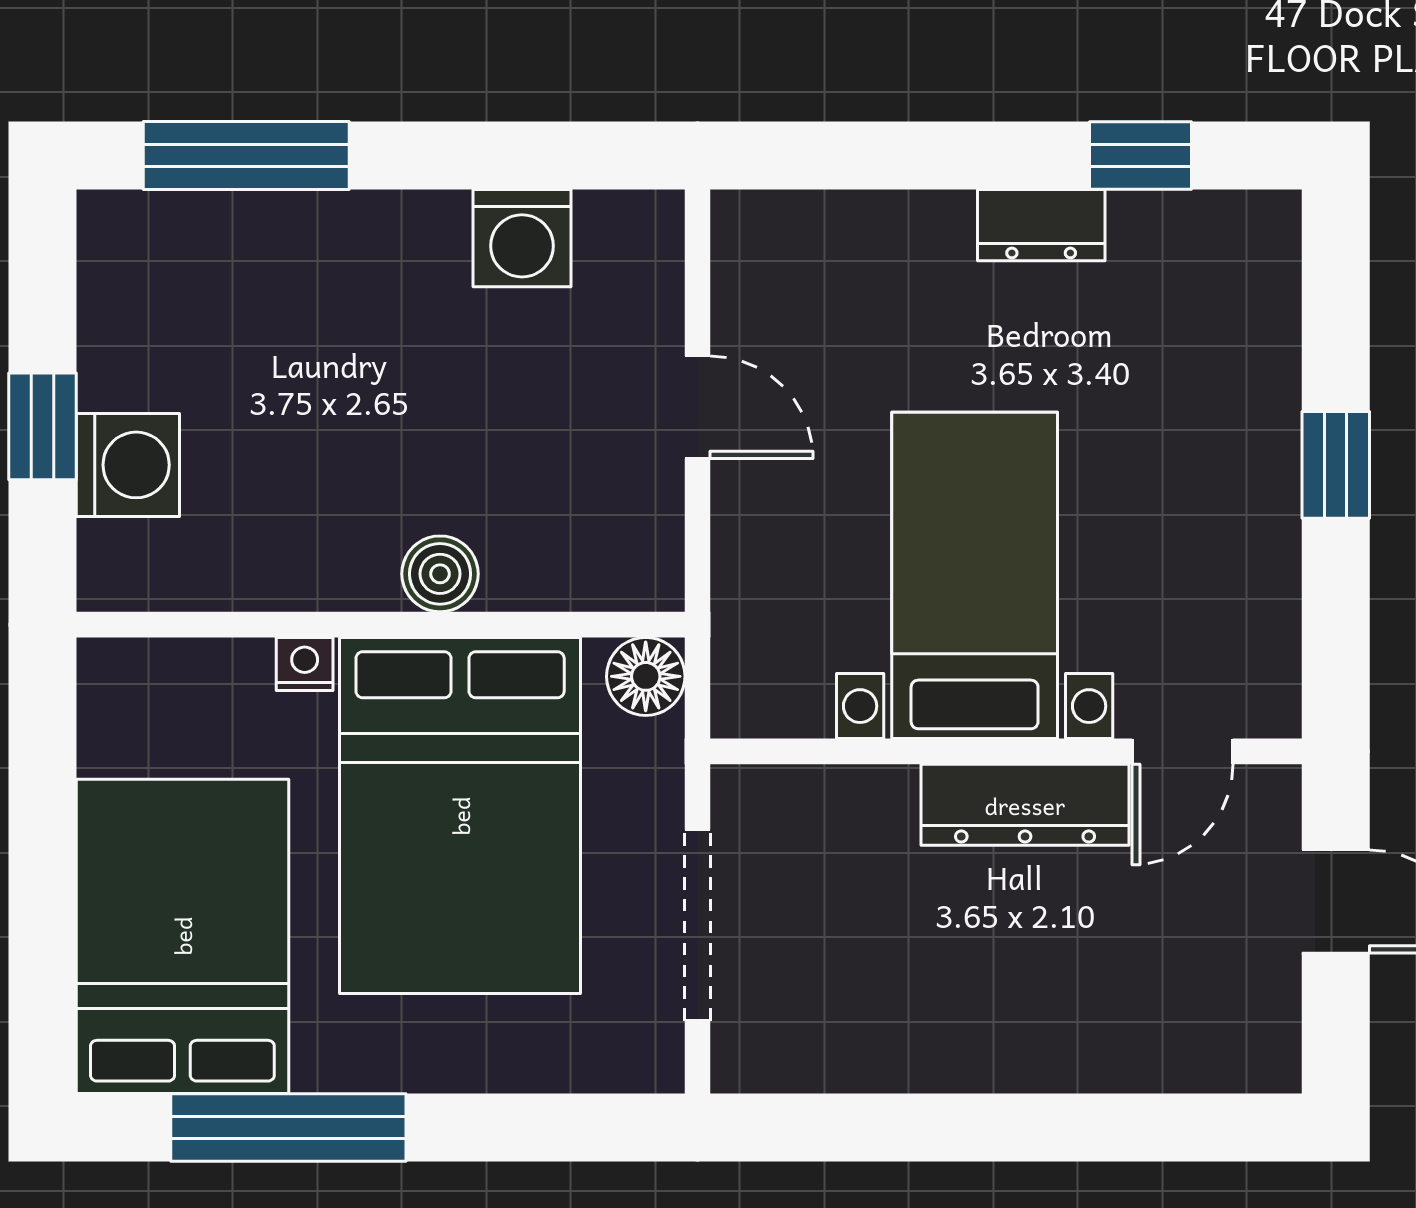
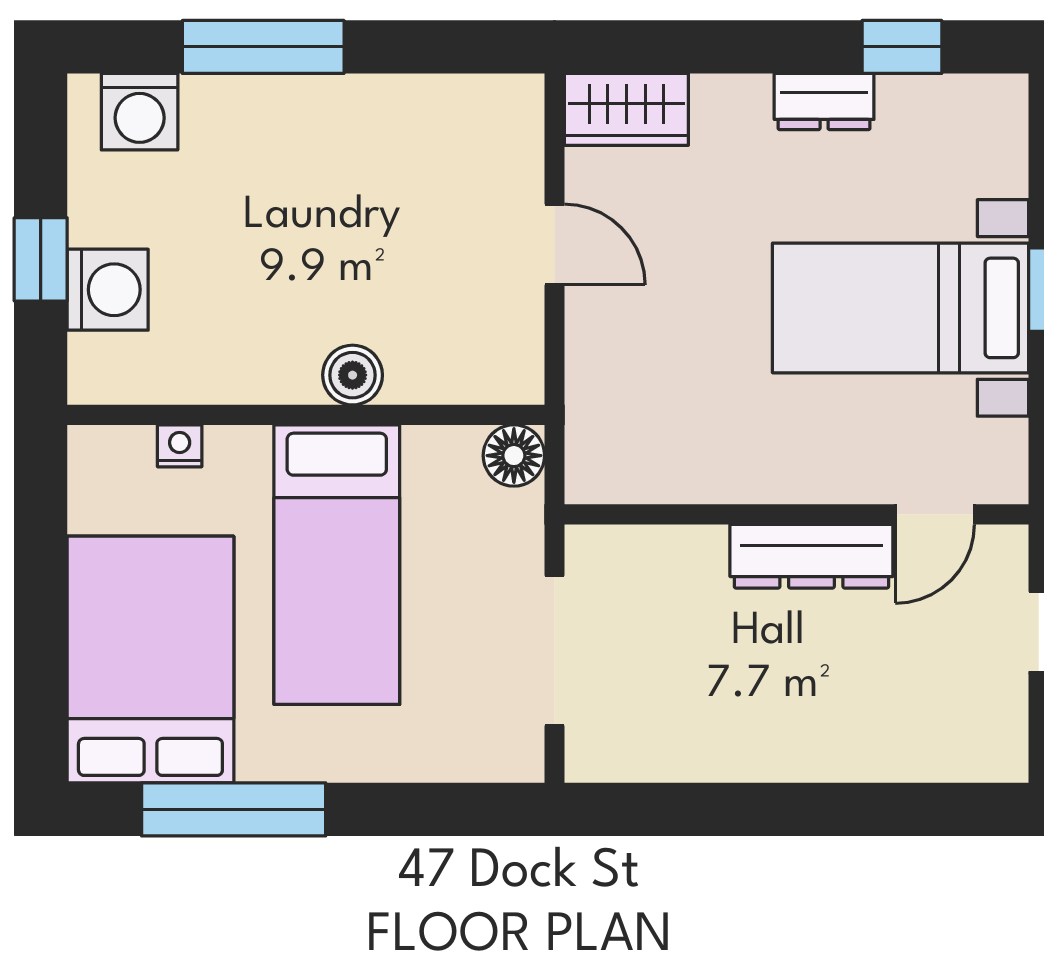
window: (246, 155) -> (263, 47), moved
wardrobe: (789, 235) -> (626, 109), added
washing machine: (522, 238) -> (140, 112), moved
bed with nightstands: (975, 575) -> (901, 308), moved, turned -90
nightstand: (305, 664) -> (180, 446), moved
bed: (460, 816) -> (337, 565), width x0.67

